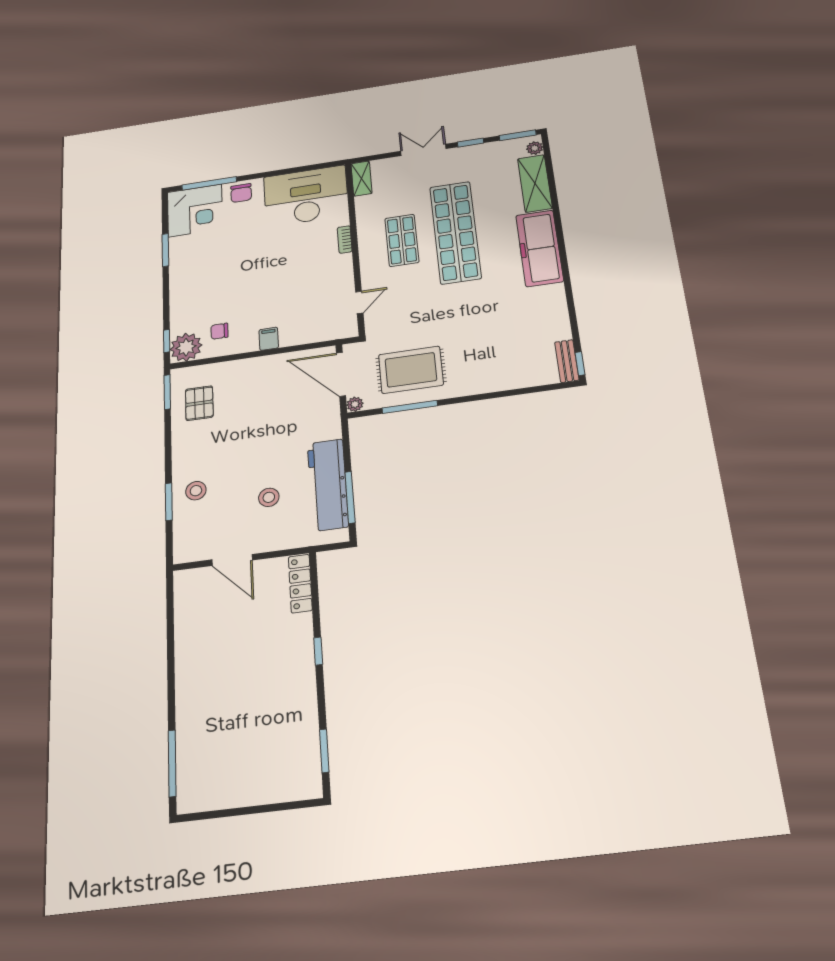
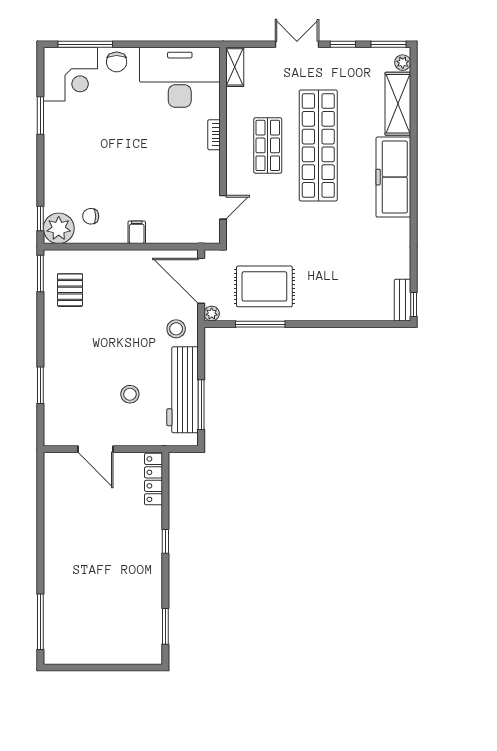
stool: (196, 491) -> (176, 329), moved

